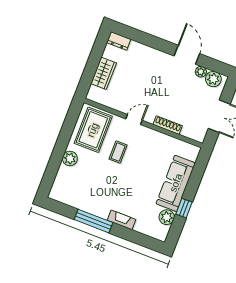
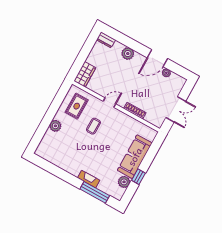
door: (187, 55) -> (157, 58), swing flipped
wardrobe: (104, 73) -> (85, 74), moved
plant: (213, 79) -> (128, 54), moved
rug: (93, 130) -> (77, 106), width x0.73, depth x0.70
window: (94, 221) -> (95, 192), moved

